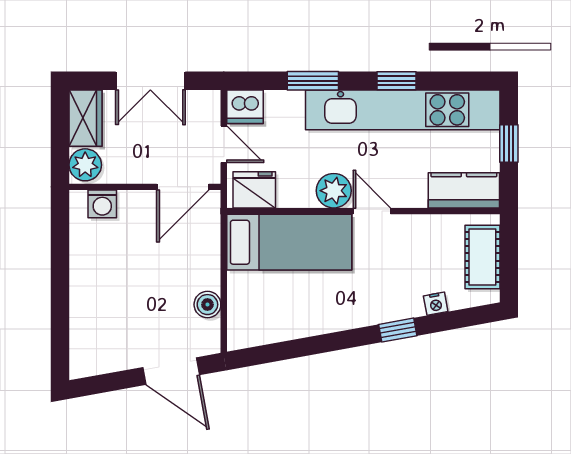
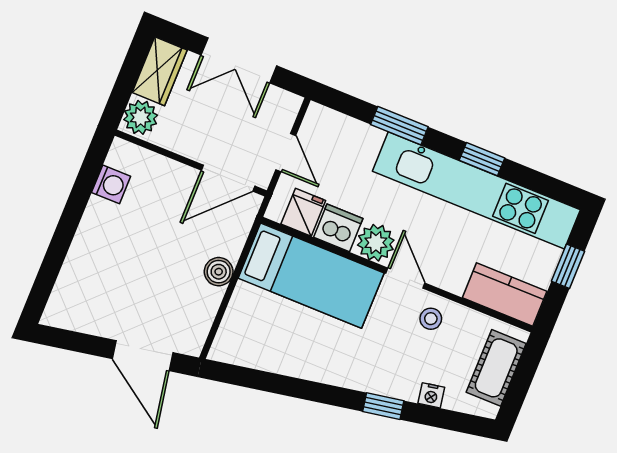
dishwasher: (245, 107) -> (338, 228), moved, turned 180
fridge: (254, 190) -> (303, 212), width x0.72
washing machine: (102, 204) -> (111, 184), moved, turned -90
stool: (408, 237) -> (431, 319), added
boiler: (207, 305) -> (219, 272), moved

